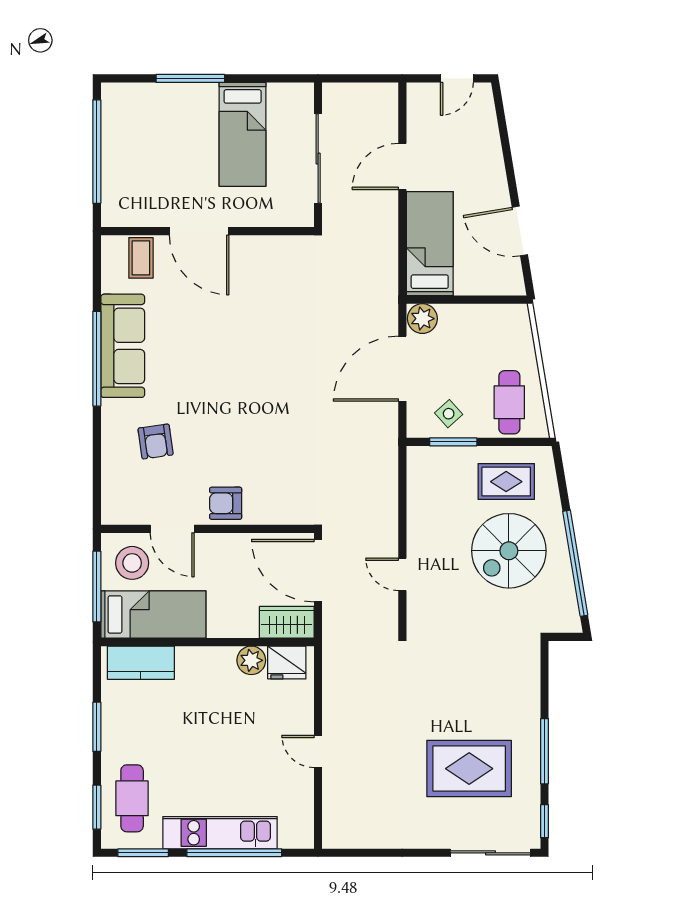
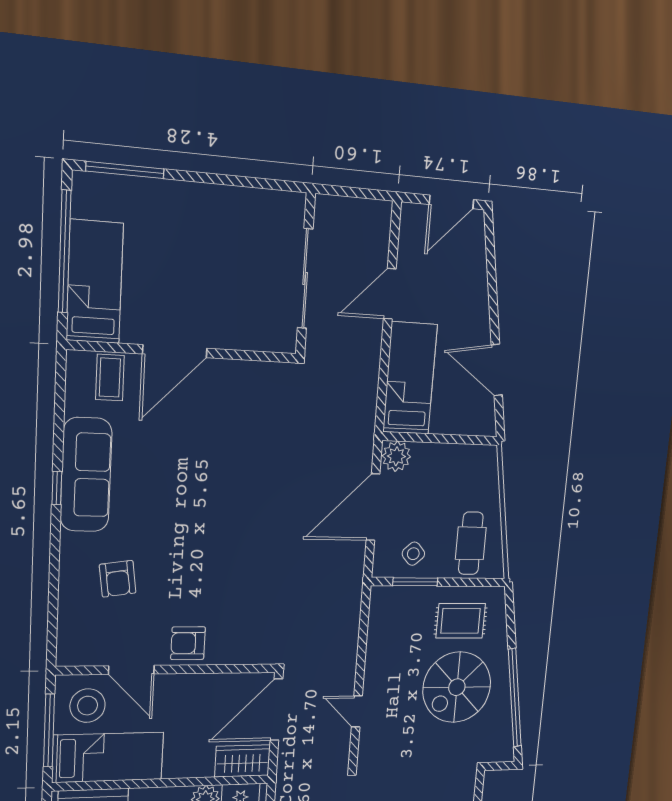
window: (190, 78) -> (125, 170), moved
door: (457, 78) -> (451, 202), width x1.38
bed: (243, 134) -> (95, 282), moved, turned 180
door: (199, 231) -> (175, 351), hinge flipped
window: (97, 359) -> (57, 488), width x0.32
door: (318, 571) -> (276, 710), hinge flipped

